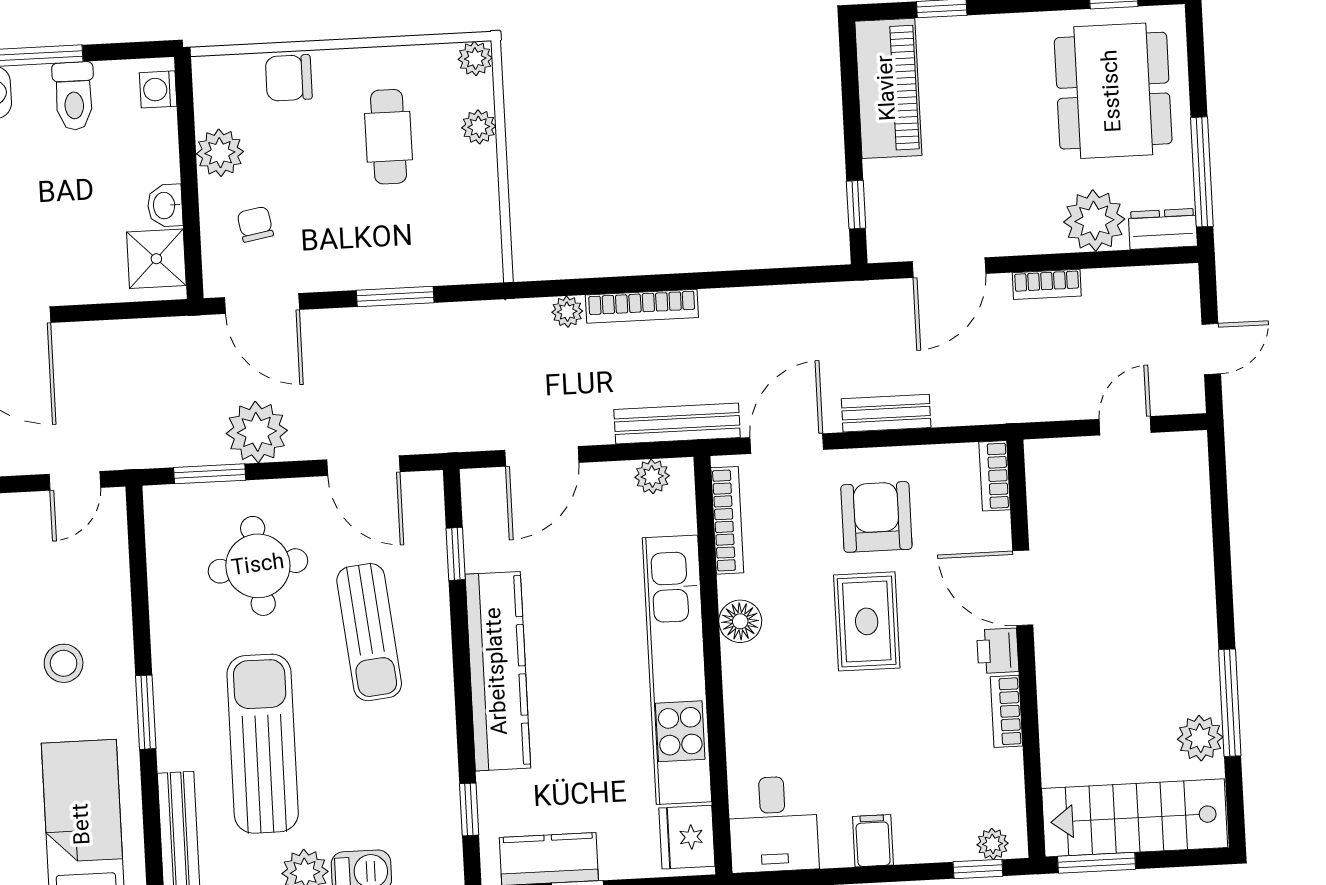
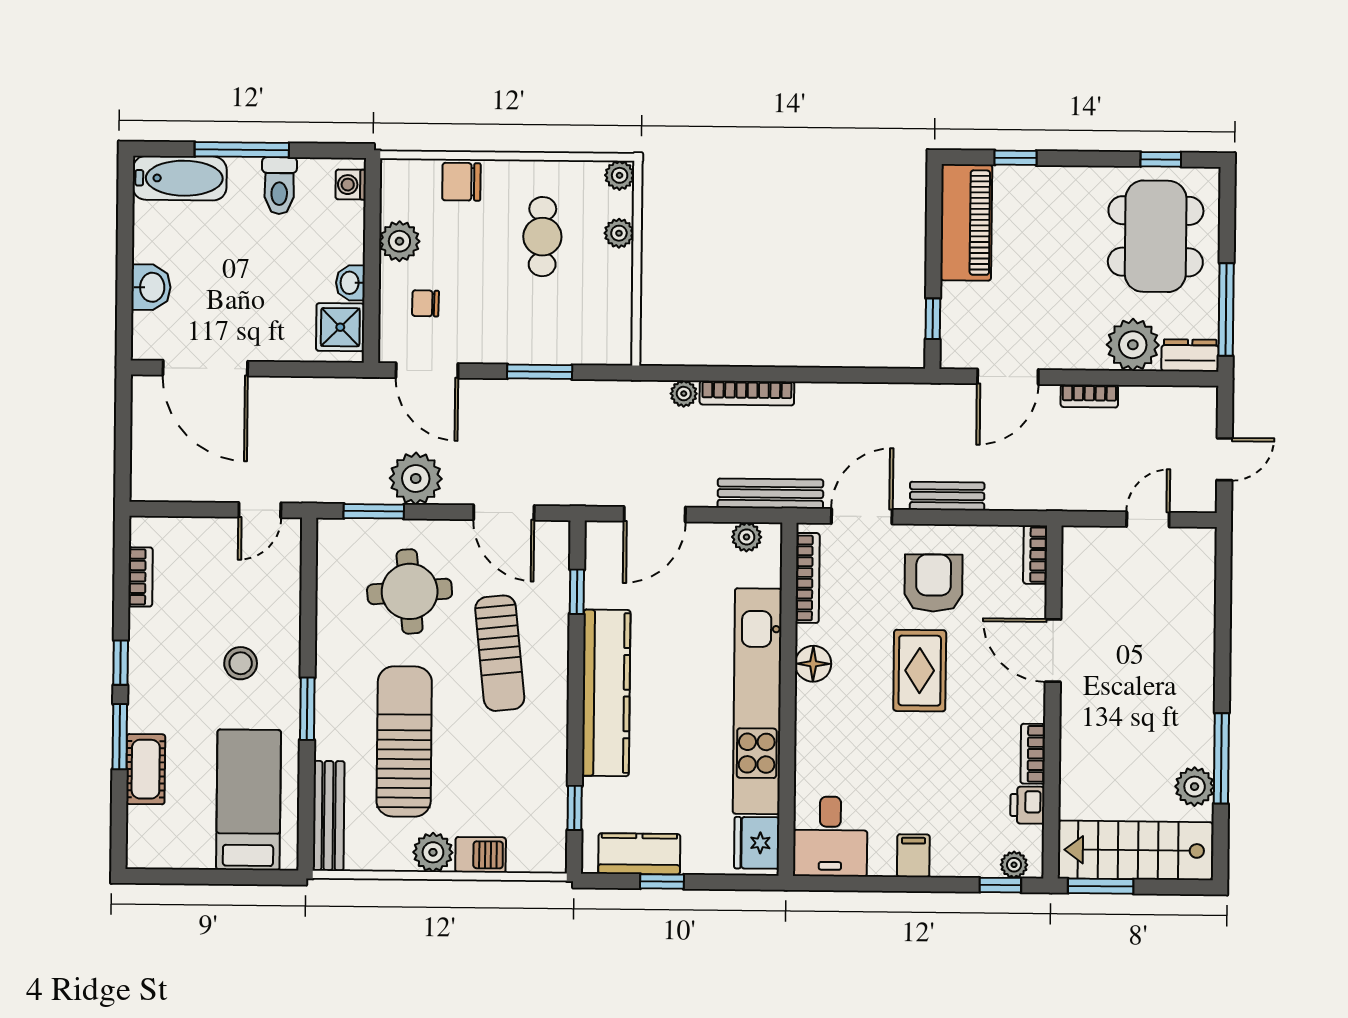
chair: (255, 224) -> (425, 303), turned -79
printer: (998, 651) -> (1027, 805), moved

